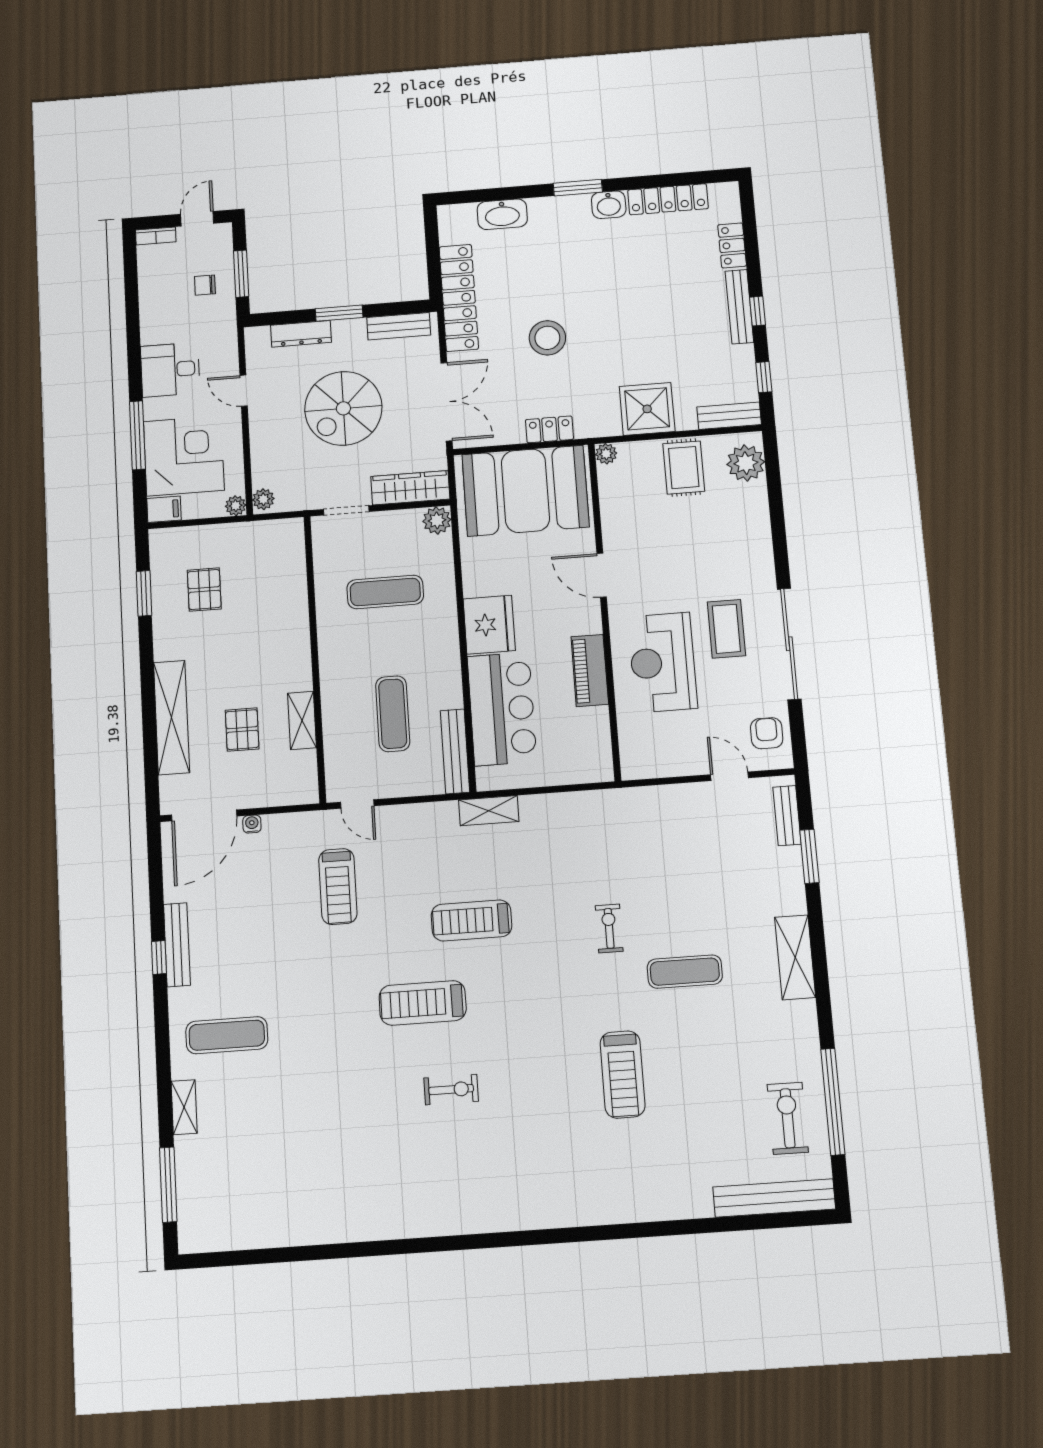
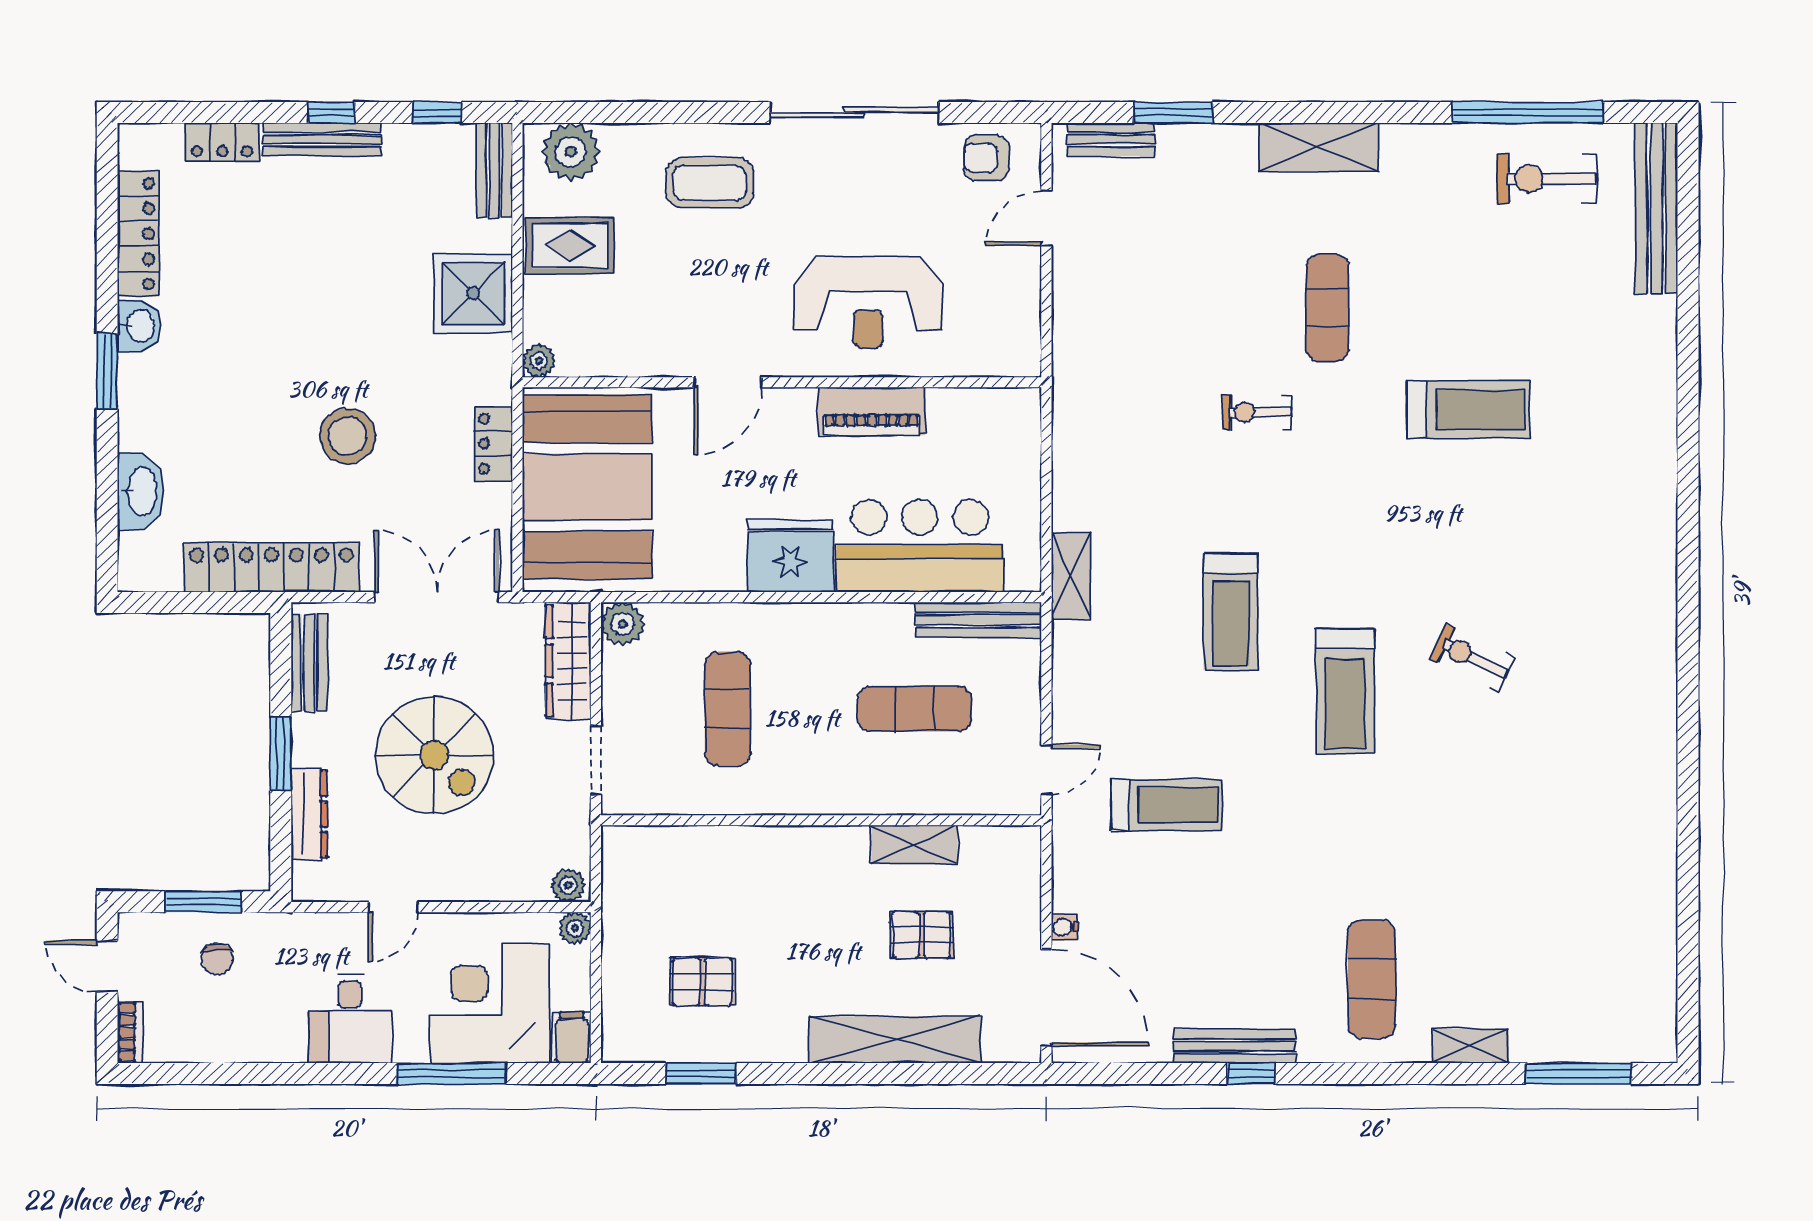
coffee table: (726, 629) -> (710, 183), moved
exercise bike: (451, 1090) -> (1472, 658), turned -64

